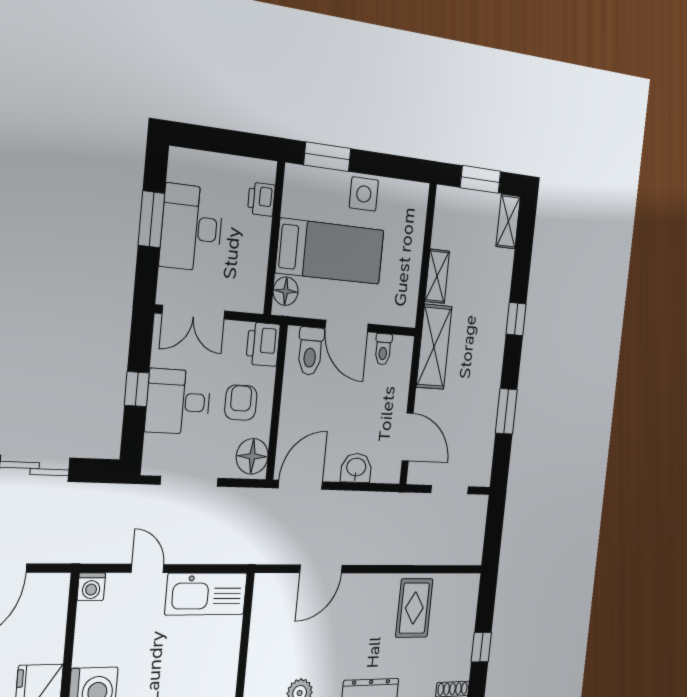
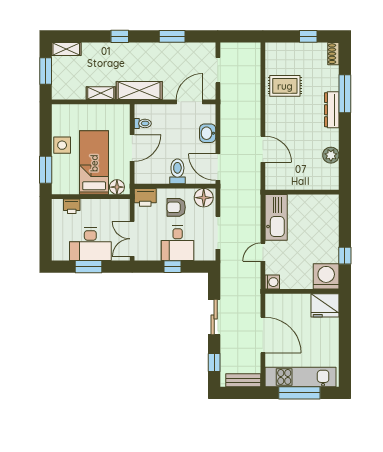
double door: (194, 312) -> (132, 239), swing flipped
toilet: (310, 351) -> (177, 171), moved, turned -90

